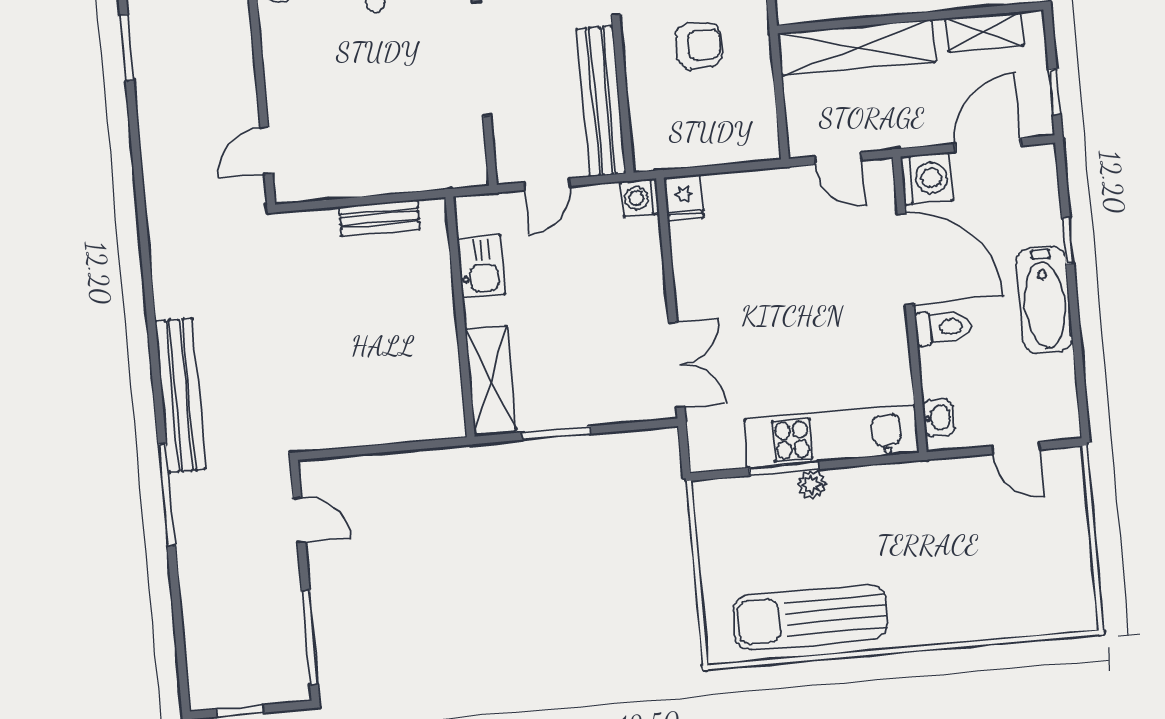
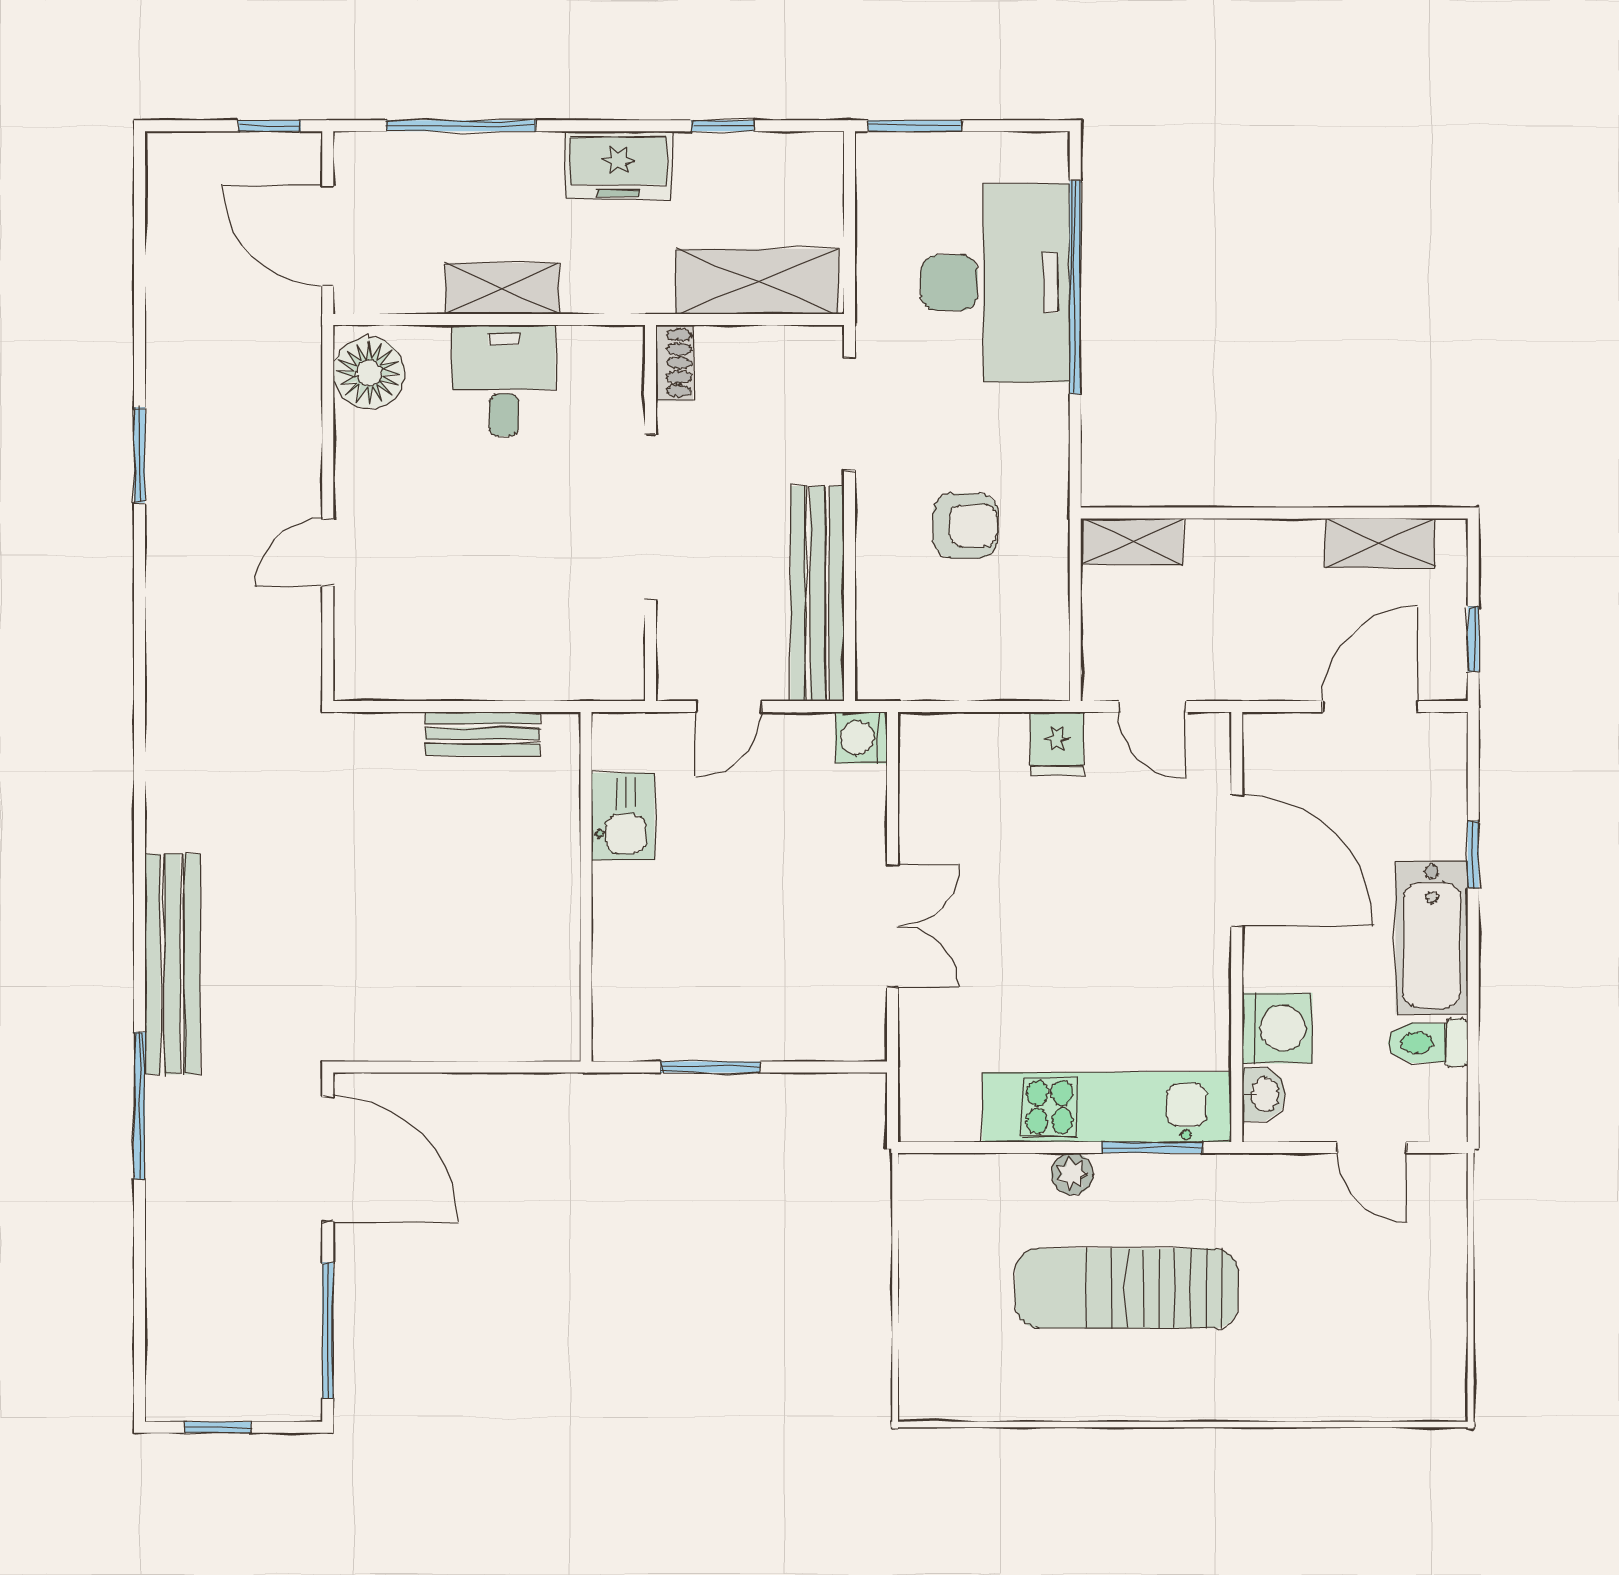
shelving: (857, 47) -> (1132, 541), width x0.45, depth x0.75
door: (266, 150) -> (328, 553), moved
washing machine: (927, 178) -> (1277, 1028), moved
fridge: (684, 198) -> (1057, 744), moved
toilet: (943, 327) -> (1428, 1043), moved, turned 180
double door: (677, 365) -> (892, 926), moved
shelving: (491, 380) -> (622, 982), removed
window: (784, 469) -> (1152, 1148), moved
door: (299, 520) -> (328, 1159), width x1.88
sun lounger: (810, 617) -> (1127, 1288), moved

